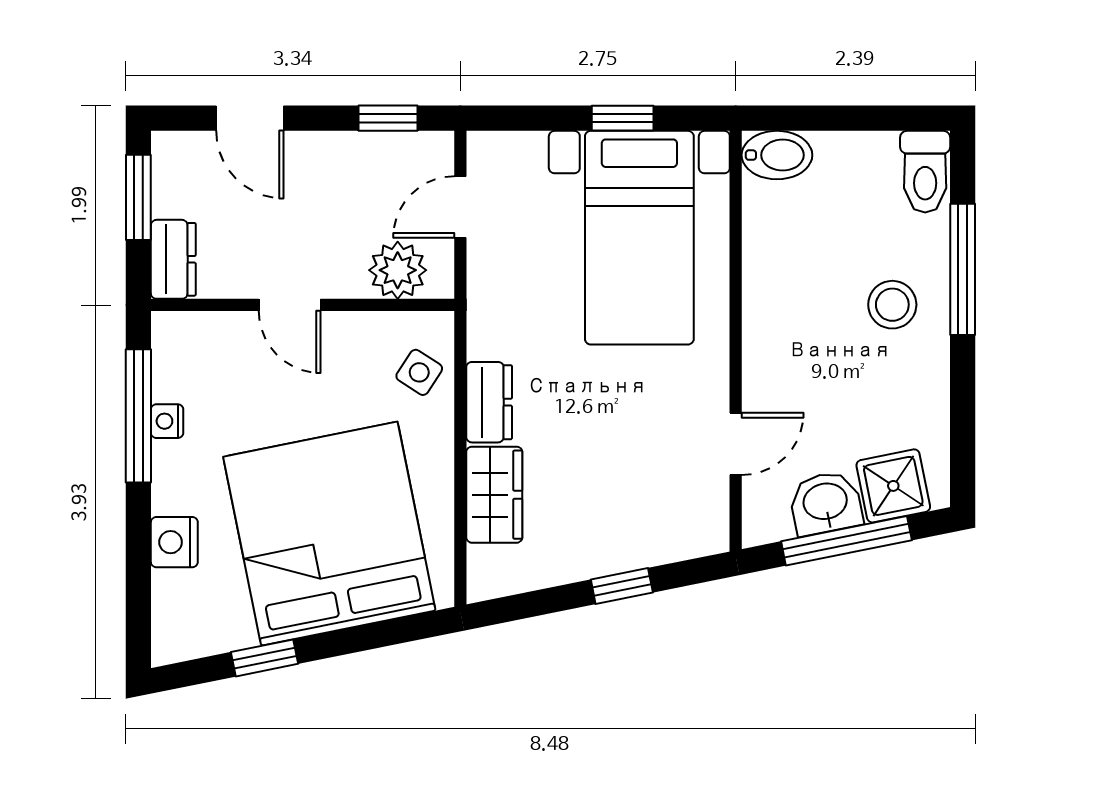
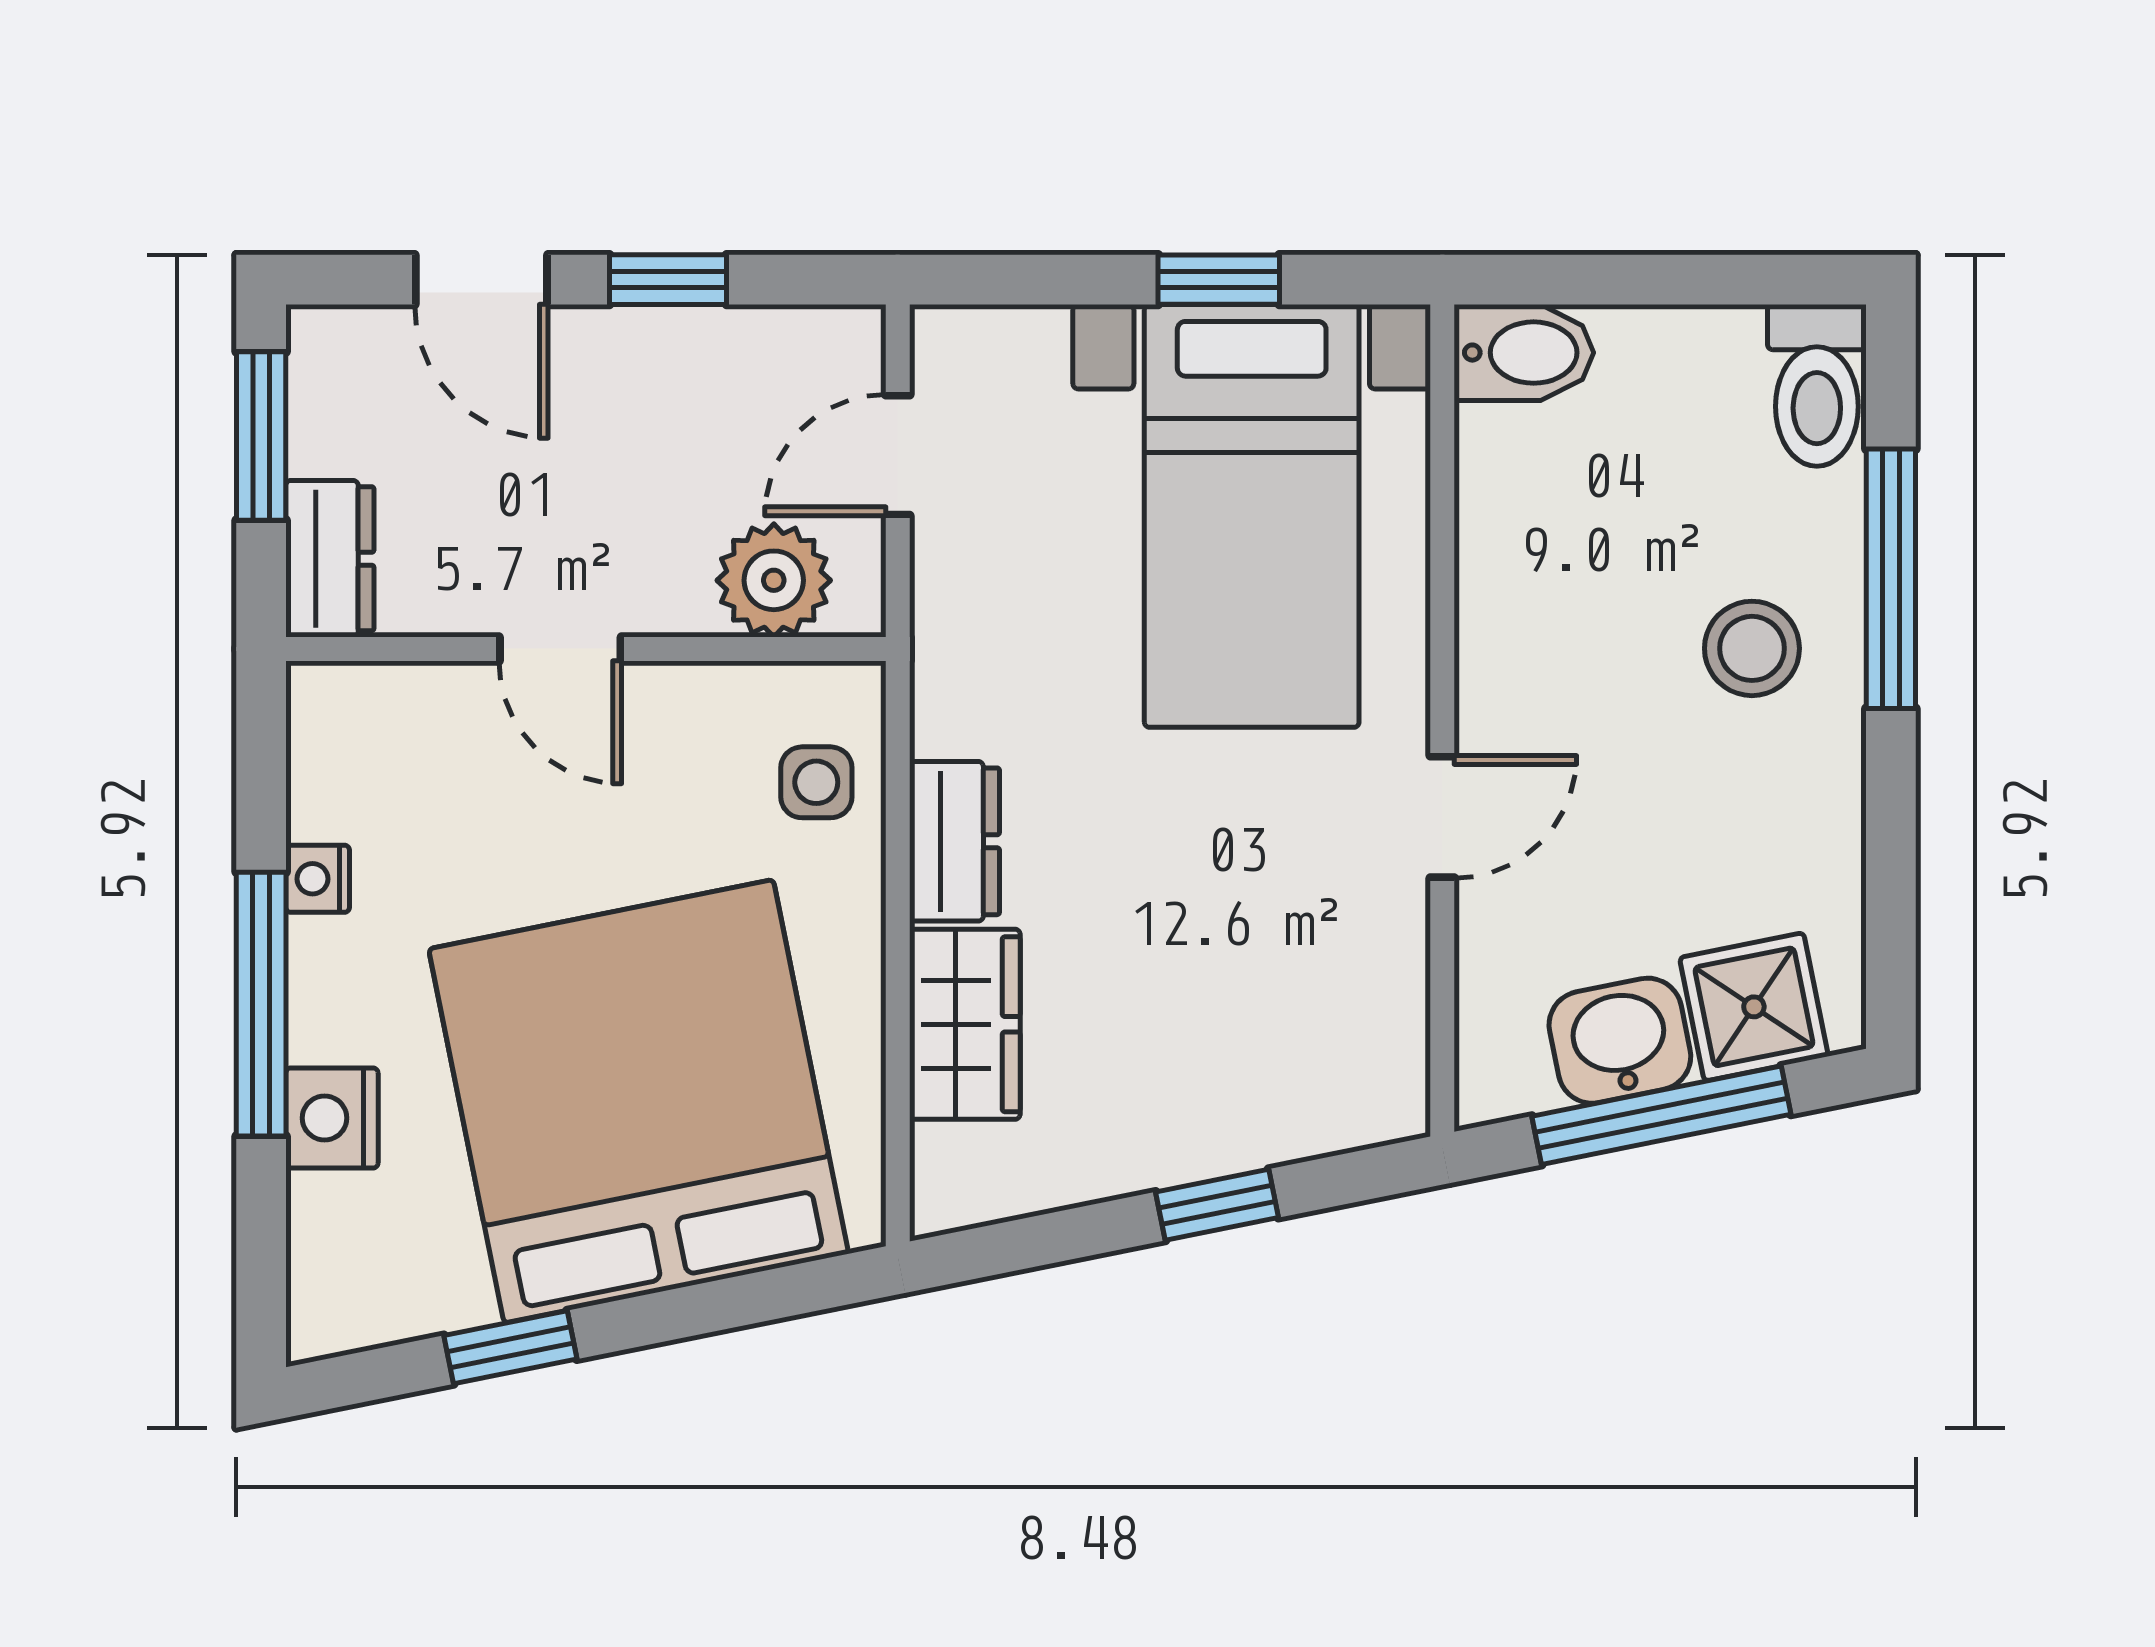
window: (388, 118) -> (668, 280), moved
side table: (419, 372) -> (816, 782), turned -33
window: (138, 416) -> (261, 1004), moved
door: (736, 444) -> (1442, 817), moved

